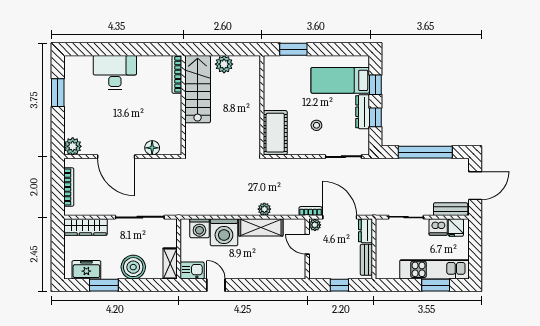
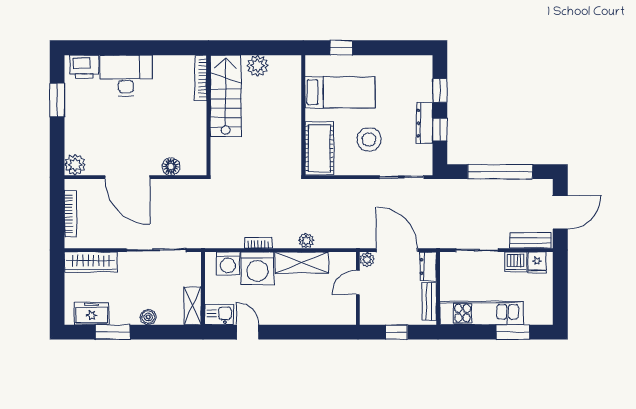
window: (293, 49) -> (341, 48), width x0.67
printer: (80, 65) -> (84, 67), added
bed: (340, 80) -> (340, 92), moved, turned 180
stool: (316, 125) -> (369, 139), width x1.89, depth x1.89
bookcase: (310, 211) -> (258, 243), moved
door: (307, 244) -> (358, 283), hinge flipped
boiler: (133, 267) -> (148, 317), width x0.54, depth x0.54
kitchen unit: (434, 269) -> (482, 313), moved

